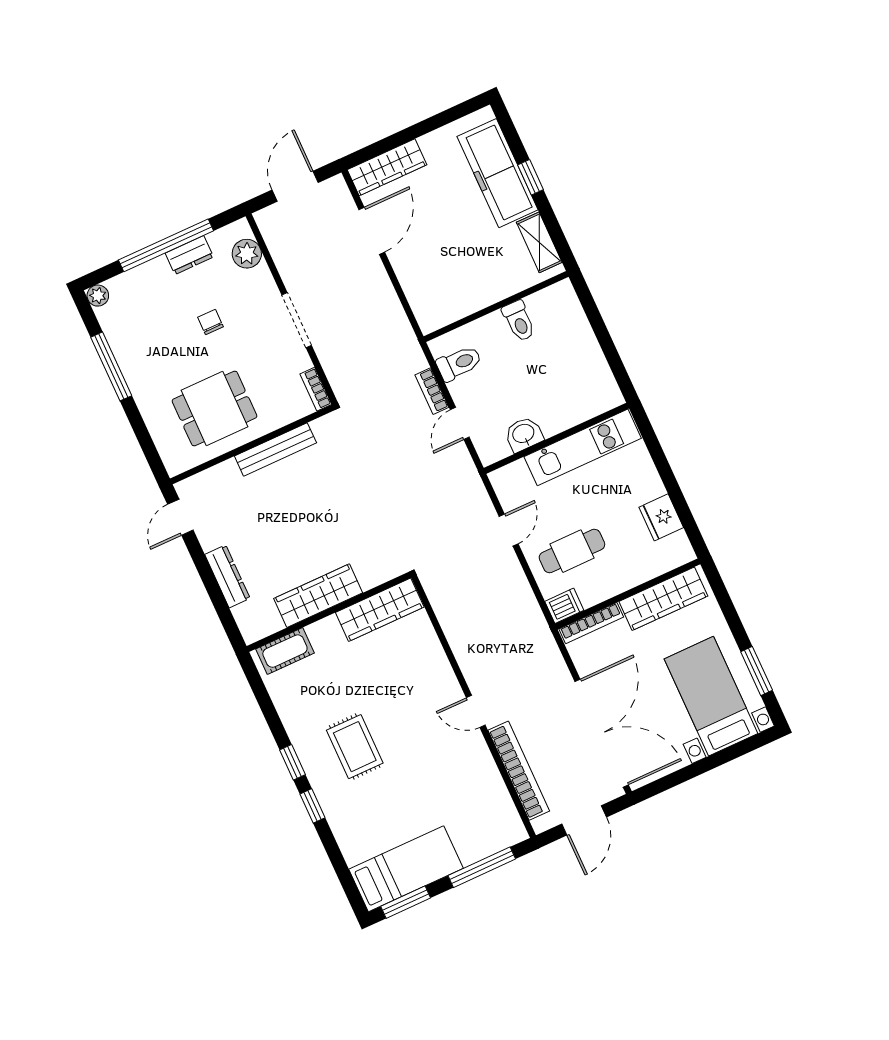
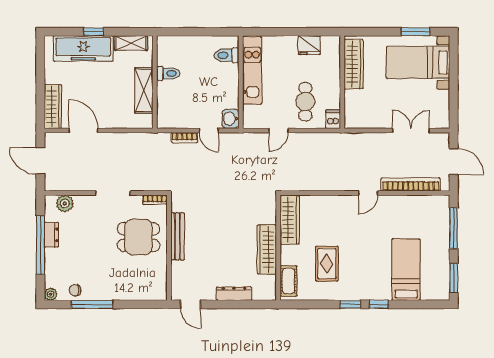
shelving: (476, 295) -> (144, 90), added
chair: (210, 322) -> (75, 290), moved
toilet: (459, 363) -> (226, 55), moved, turned -90
dining table: (214, 409) -> (138, 237), moved, turned 90
washbasin: (524, 434) -> (230, 119), moved
door: (509, 530) -> (278, 131), swing flipped
bookcase: (591, 623) -> (349, 109), removed
double door: (602, 733) -> (411, 131), width x0.54
rug: (355, 747) -> (327, 264), moved, turned 90
bed: (406, 869) -> (406, 269), moved

